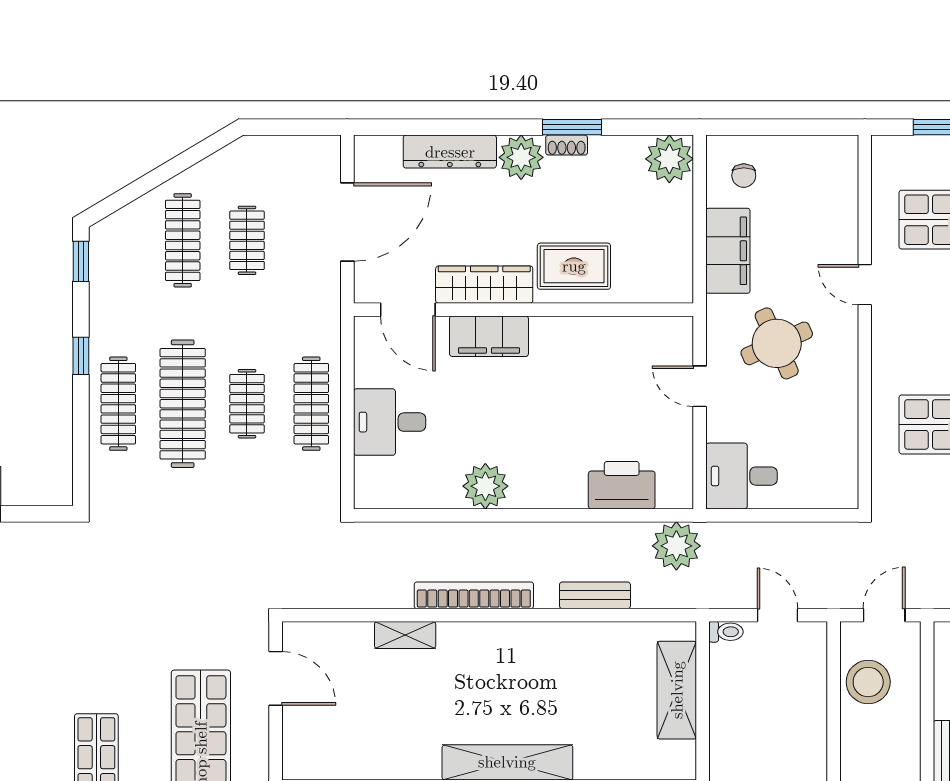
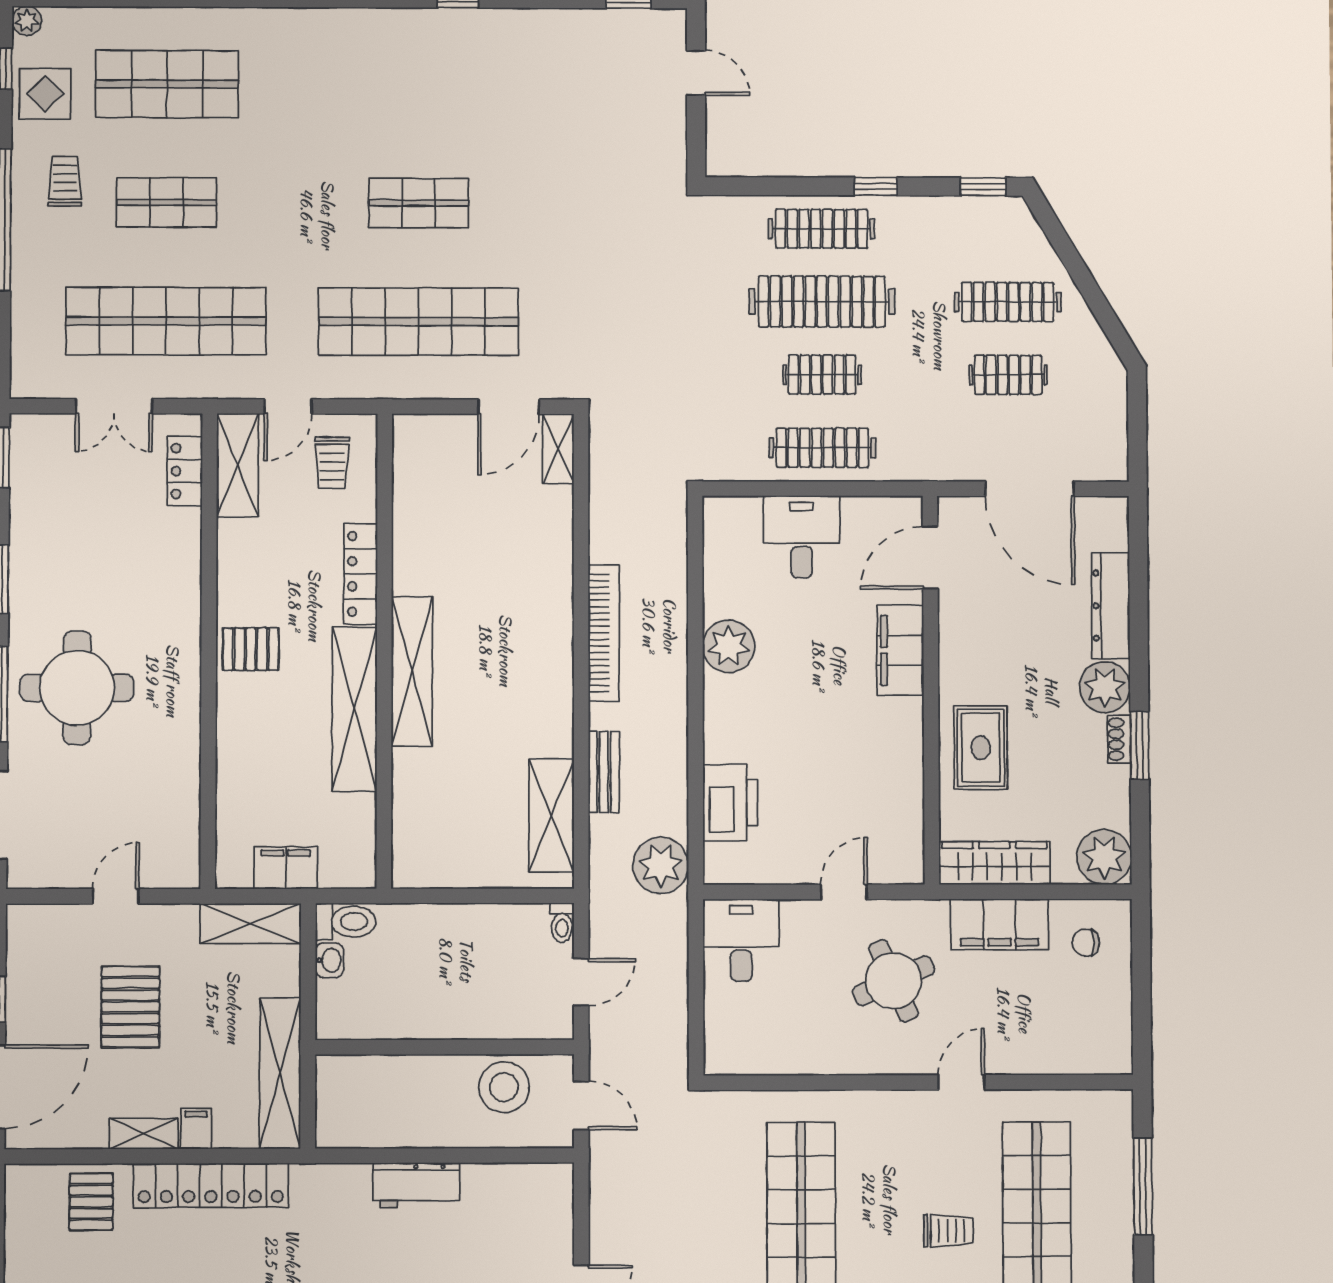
wardrobe: (484, 285) -> (994, 863), moved, turned -90
shelving: (405, 635) -> (558, 449), moved
shelving: (677, 690) -> (551, 815), moved, turned 90

